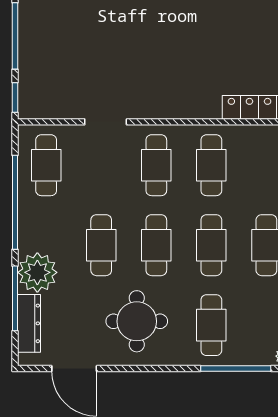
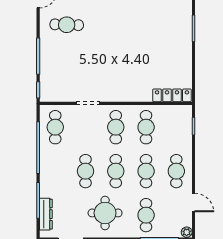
plant: (37, 272) -> (50, 186), removed

